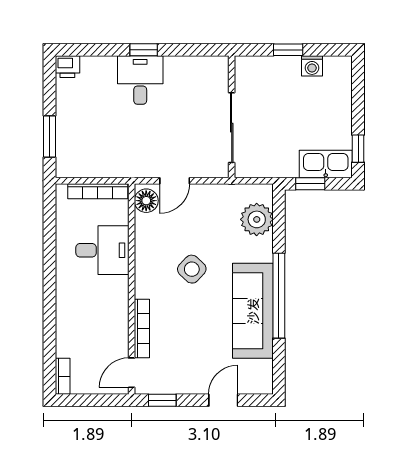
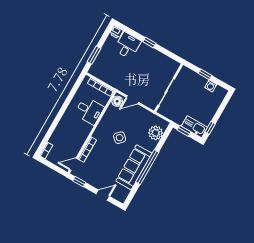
desk: (140, 80) -> (128, 45), moved

